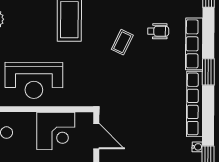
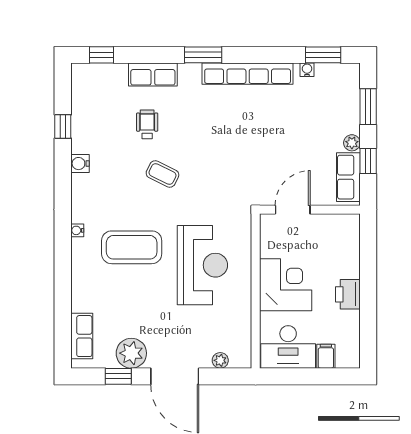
row of seats: (194, 44) -> (153, 75), width x0.68
reception desk: (34, 80) -> (202, 265), moved
corner desk: (56, 131) -> (286, 285), moved

